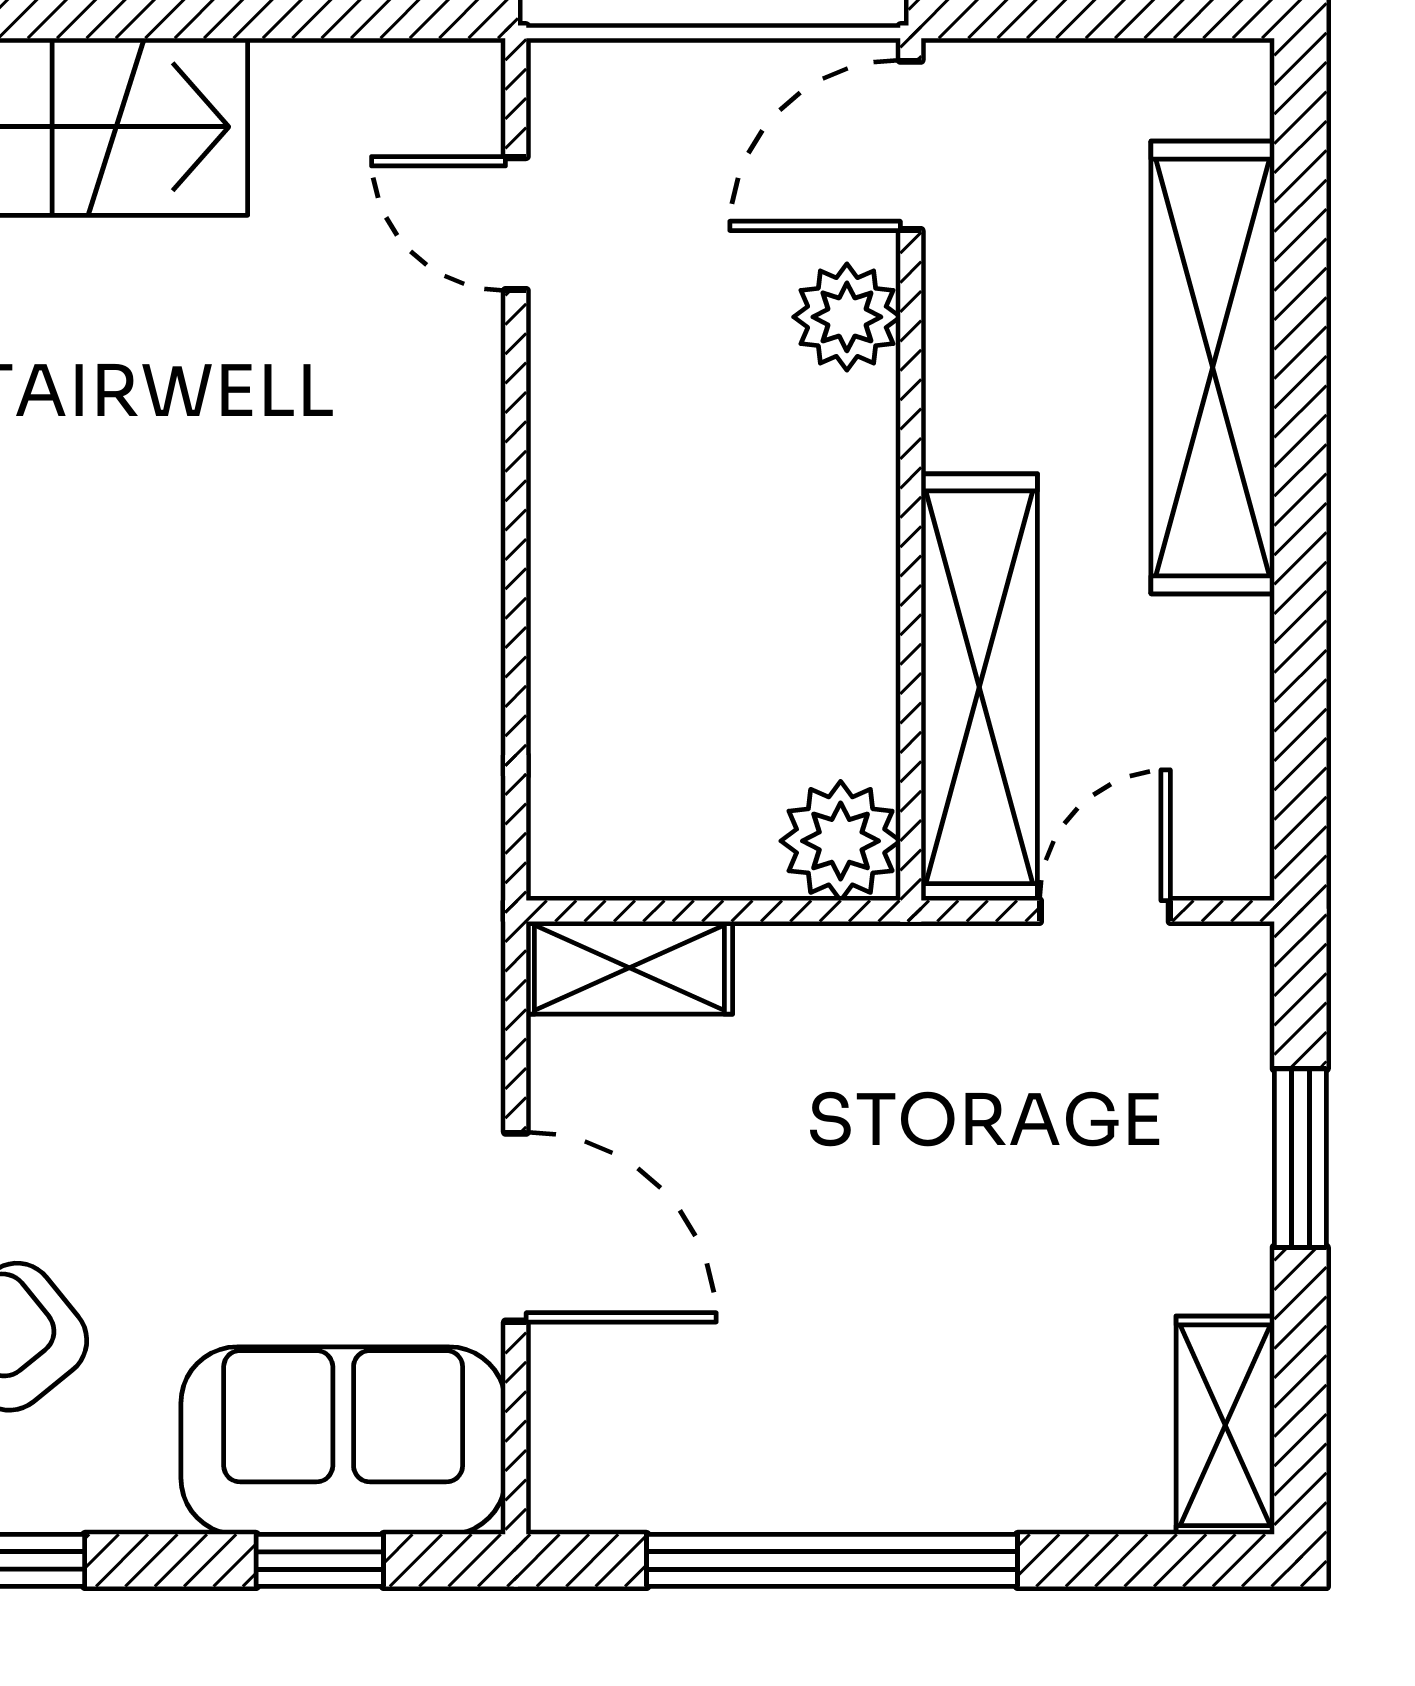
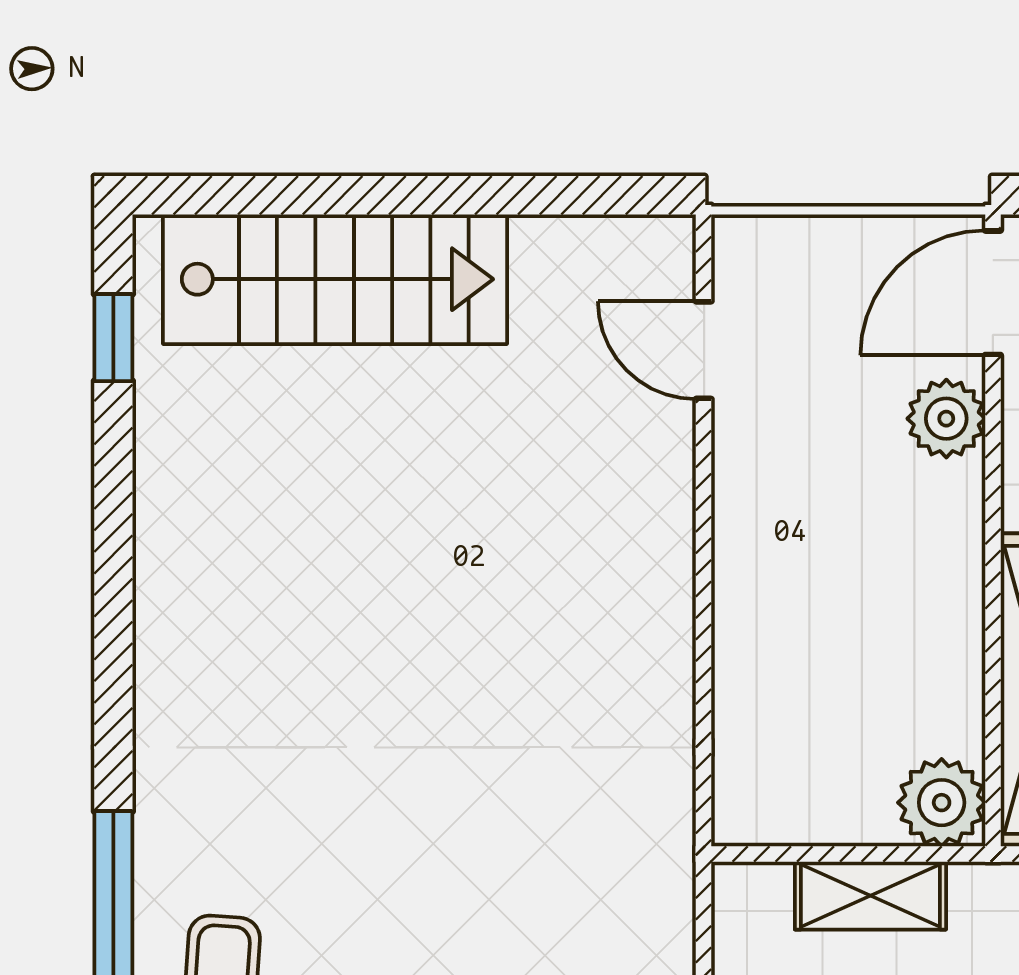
shelving: (629, 968) -> (870, 896), moved

